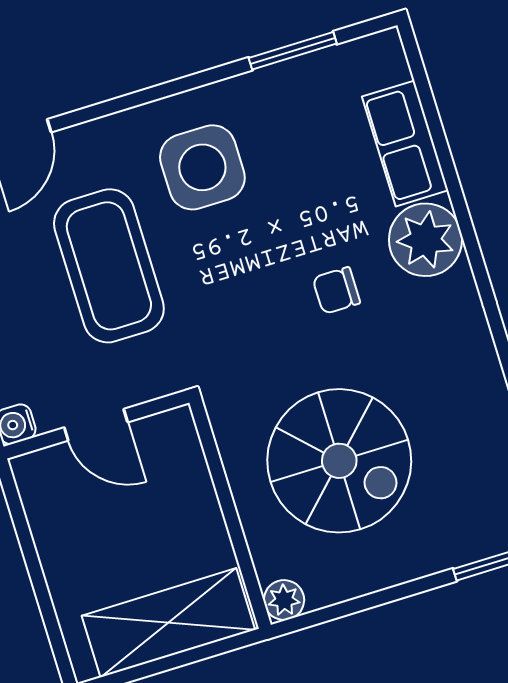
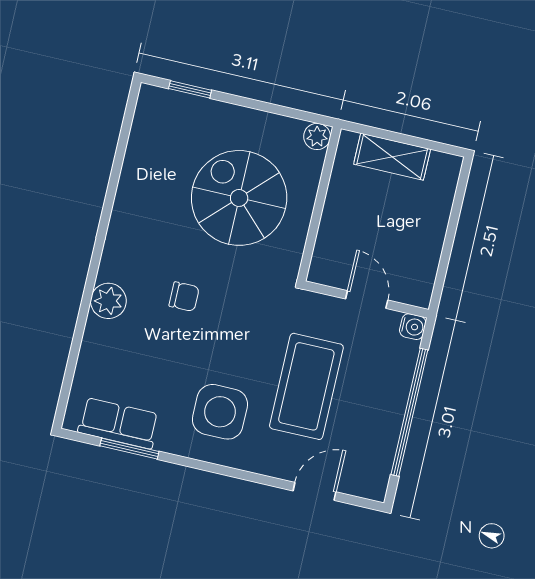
row of seats: (405, 143) -> (119, 423), moved, turned -90
plant: (425, 240) -> (108, 301), width x0.73, depth x0.73
shelving: (168, 623) -> (392, 157), width x0.67, depth x0.75

